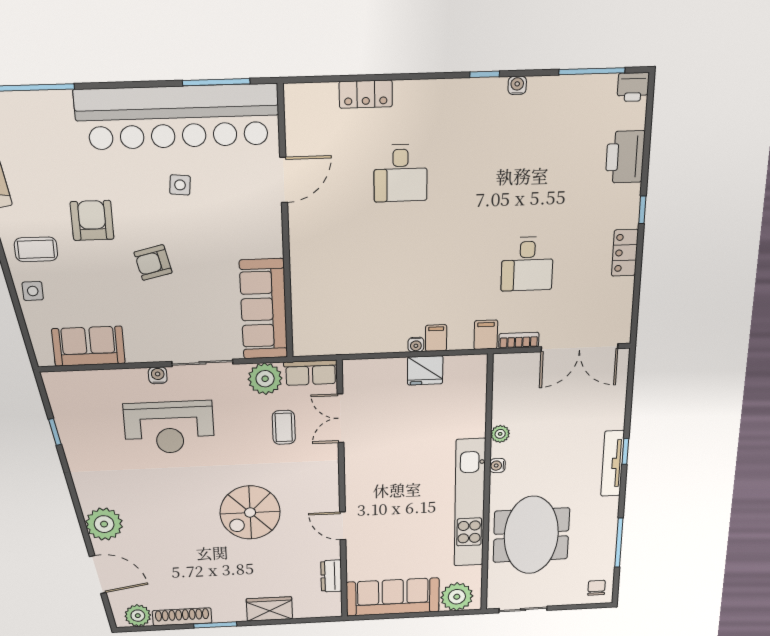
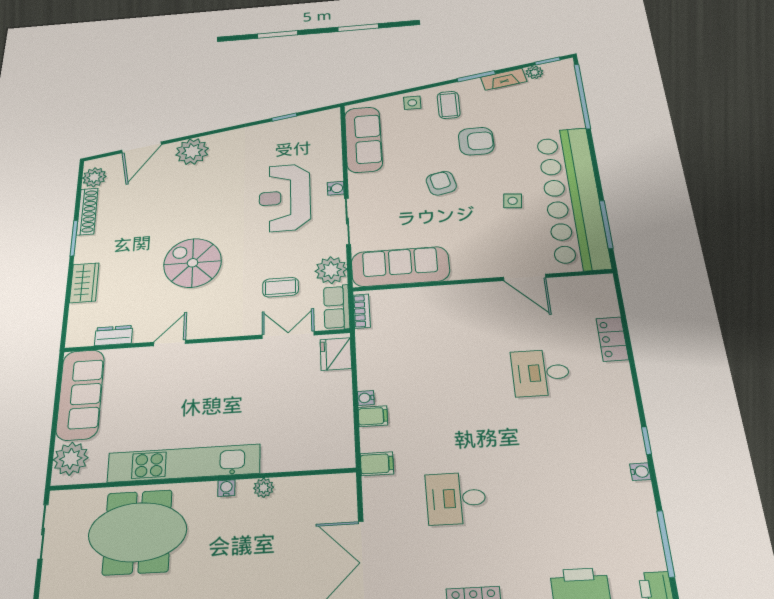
bookcase: (519, 340) -> (362, 311), moved
sofa: (88, 346) -> (363, 139), width x1.36
fridge: (425, 370) -> (336, 354), moved

